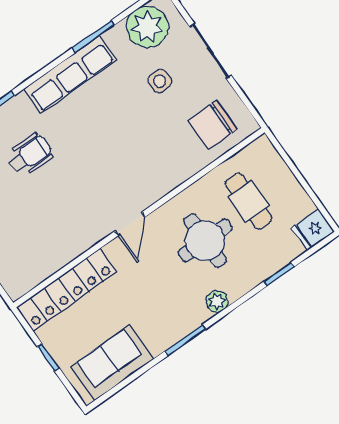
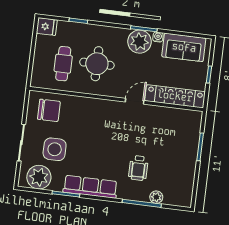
side table: (160, 81) -> (55, 149), width x1.87, depth x1.87
wheelchair: (30, 155) -> (138, 168), turned -90
door: (130, 224) -> (135, 101), moved
plant: (217, 301) -> (139, 42), moved, width x1.88, depth x1.88
water cooler: (158, 346) -> (158, 37), added

